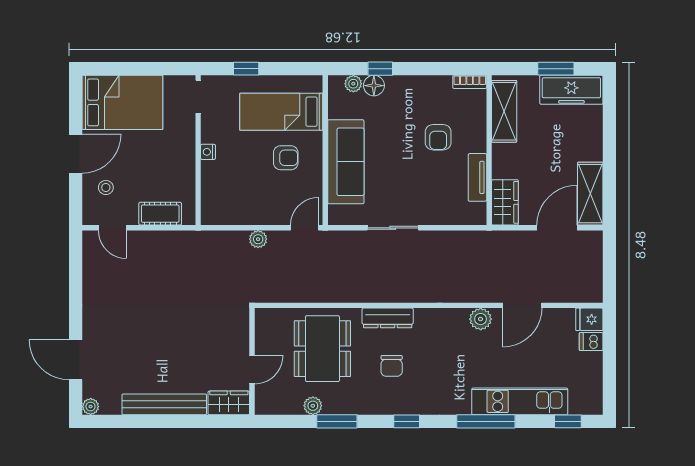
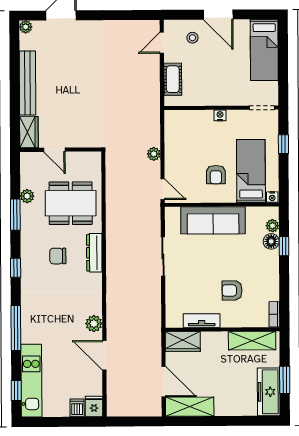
nightstand: (316, 84) -> (272, 197), added
bed: (122, 102) -> (264, 50), width x0.67
kitchen unit: (520, 401) -> (31, 381), moved

